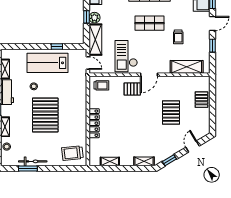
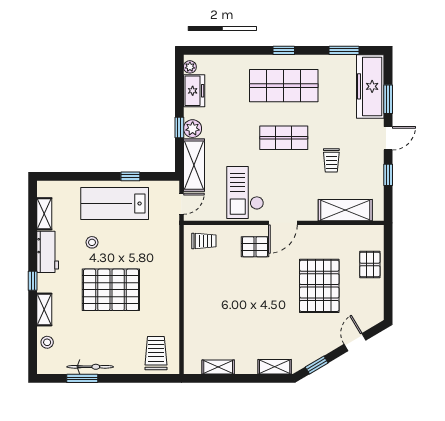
door: (88, 63) -> (181, 204), hinge flipped
pallet: (171, 113) -> (319, 286), width x1.37, depth x1.41
pallet: (45, 115) -> (111, 290), turned 90
locker: (94, 123) -> (192, 304), removed
trolley: (72, 153) -> (156, 353), turned 96

